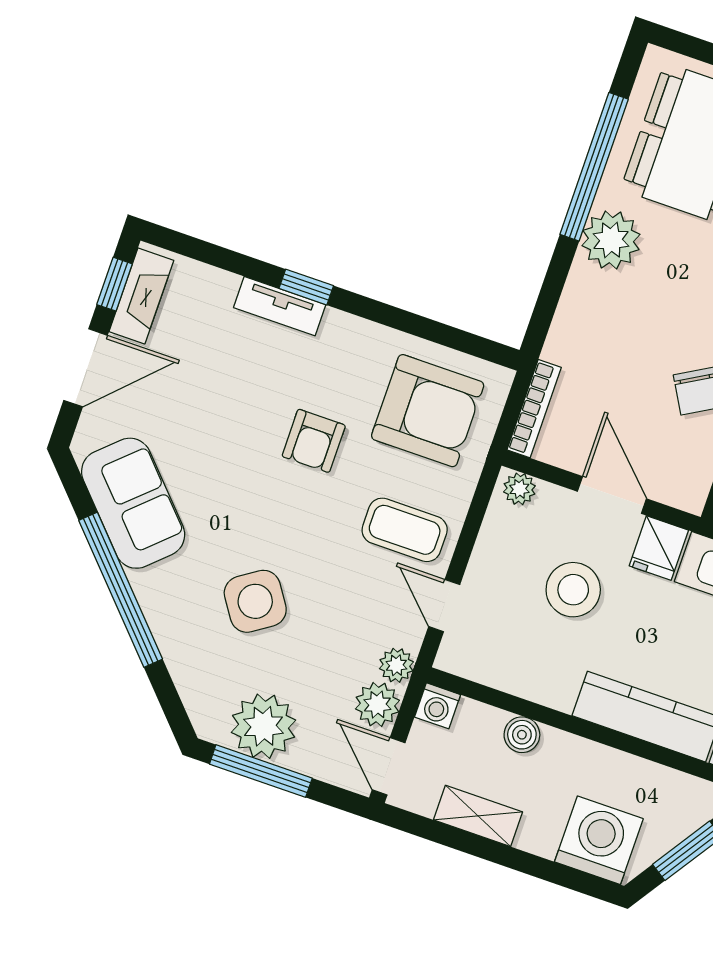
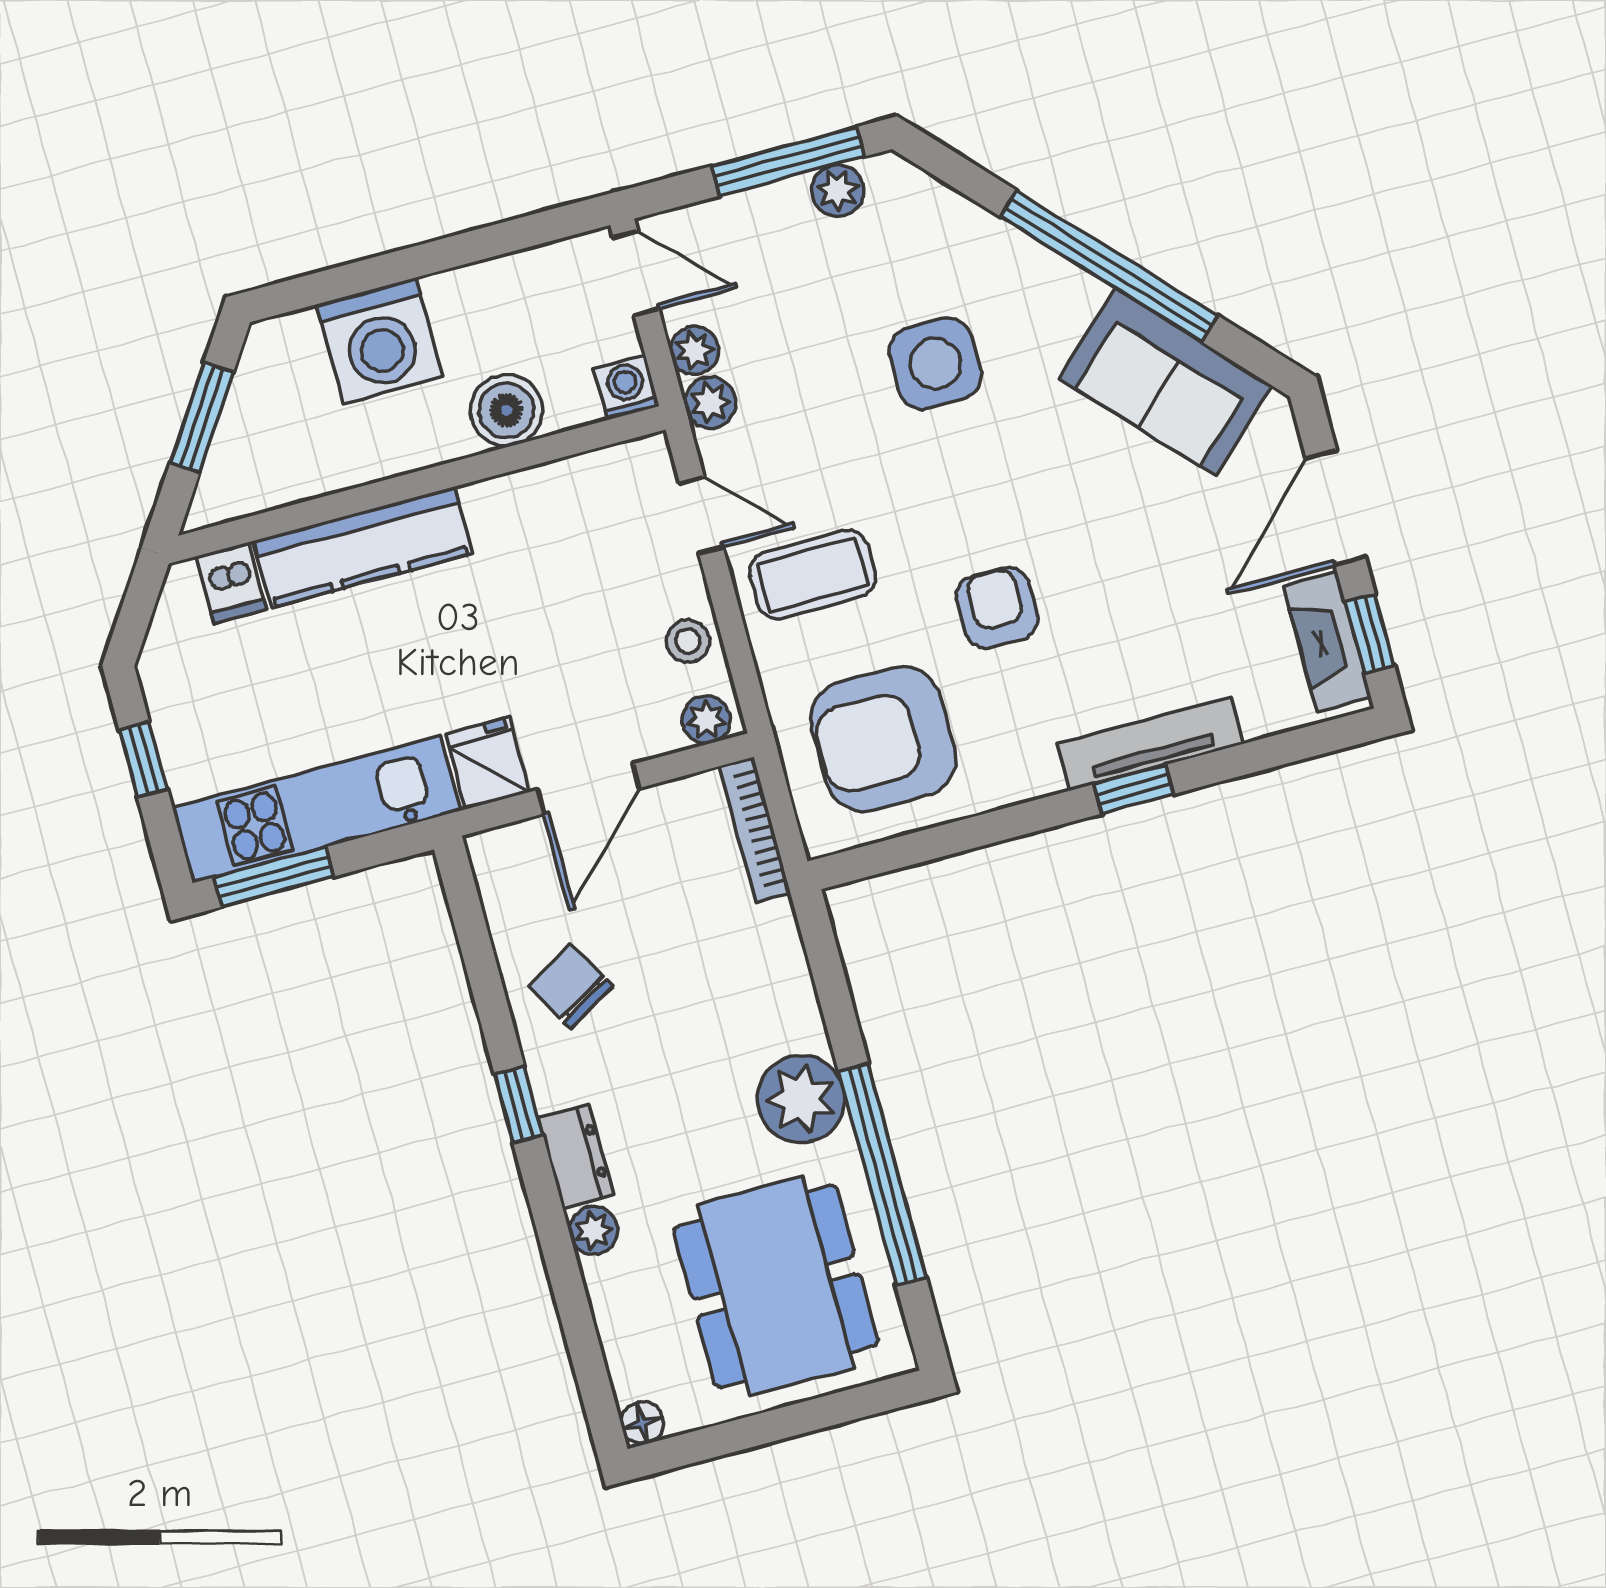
tv unit: (280, 306) -> (1150, 744), width x1.41
door: (612, 495) -> (589, 789), hinge flipped
stool: (573, 590) -> (688, 641), moved, width x0.53, depth x0.53
side table: (255, 601) -> (935, 364), turned 34
plant: (377, 705) -> (694, 350), width x0.73, depth x0.73
plant: (264, 726) -> (838, 190), width x0.53, depth x0.53
boiler: (522, 735) -> (506, 410), width x1.36, depth x1.36
shelving: (478, 816) -> (486, 287), removed
washing machine: (599, 840) -> (380, 341), moved

